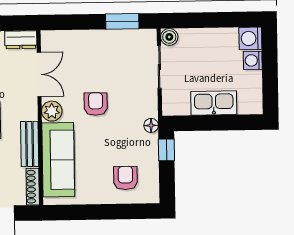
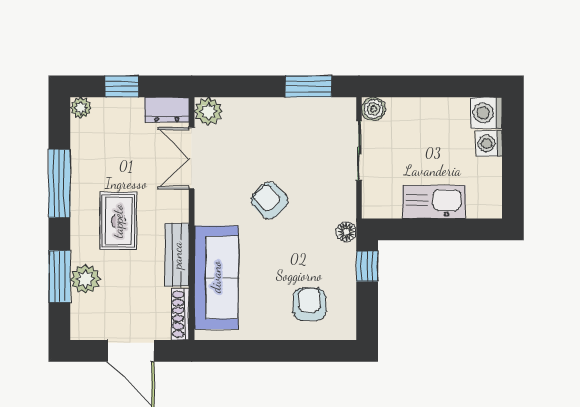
double door: (39, 74) -> (192, 158), swing flipped
armchair: (96, 104) -> (270, 201), turned -44
plant: (52, 111) -> (208, 111), moved

